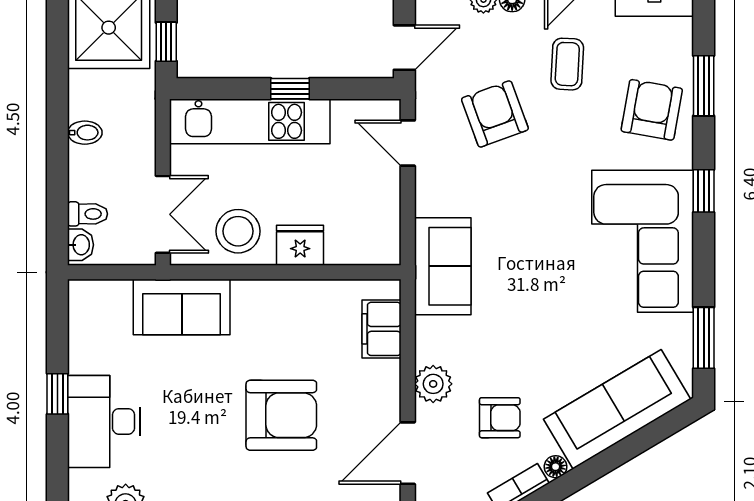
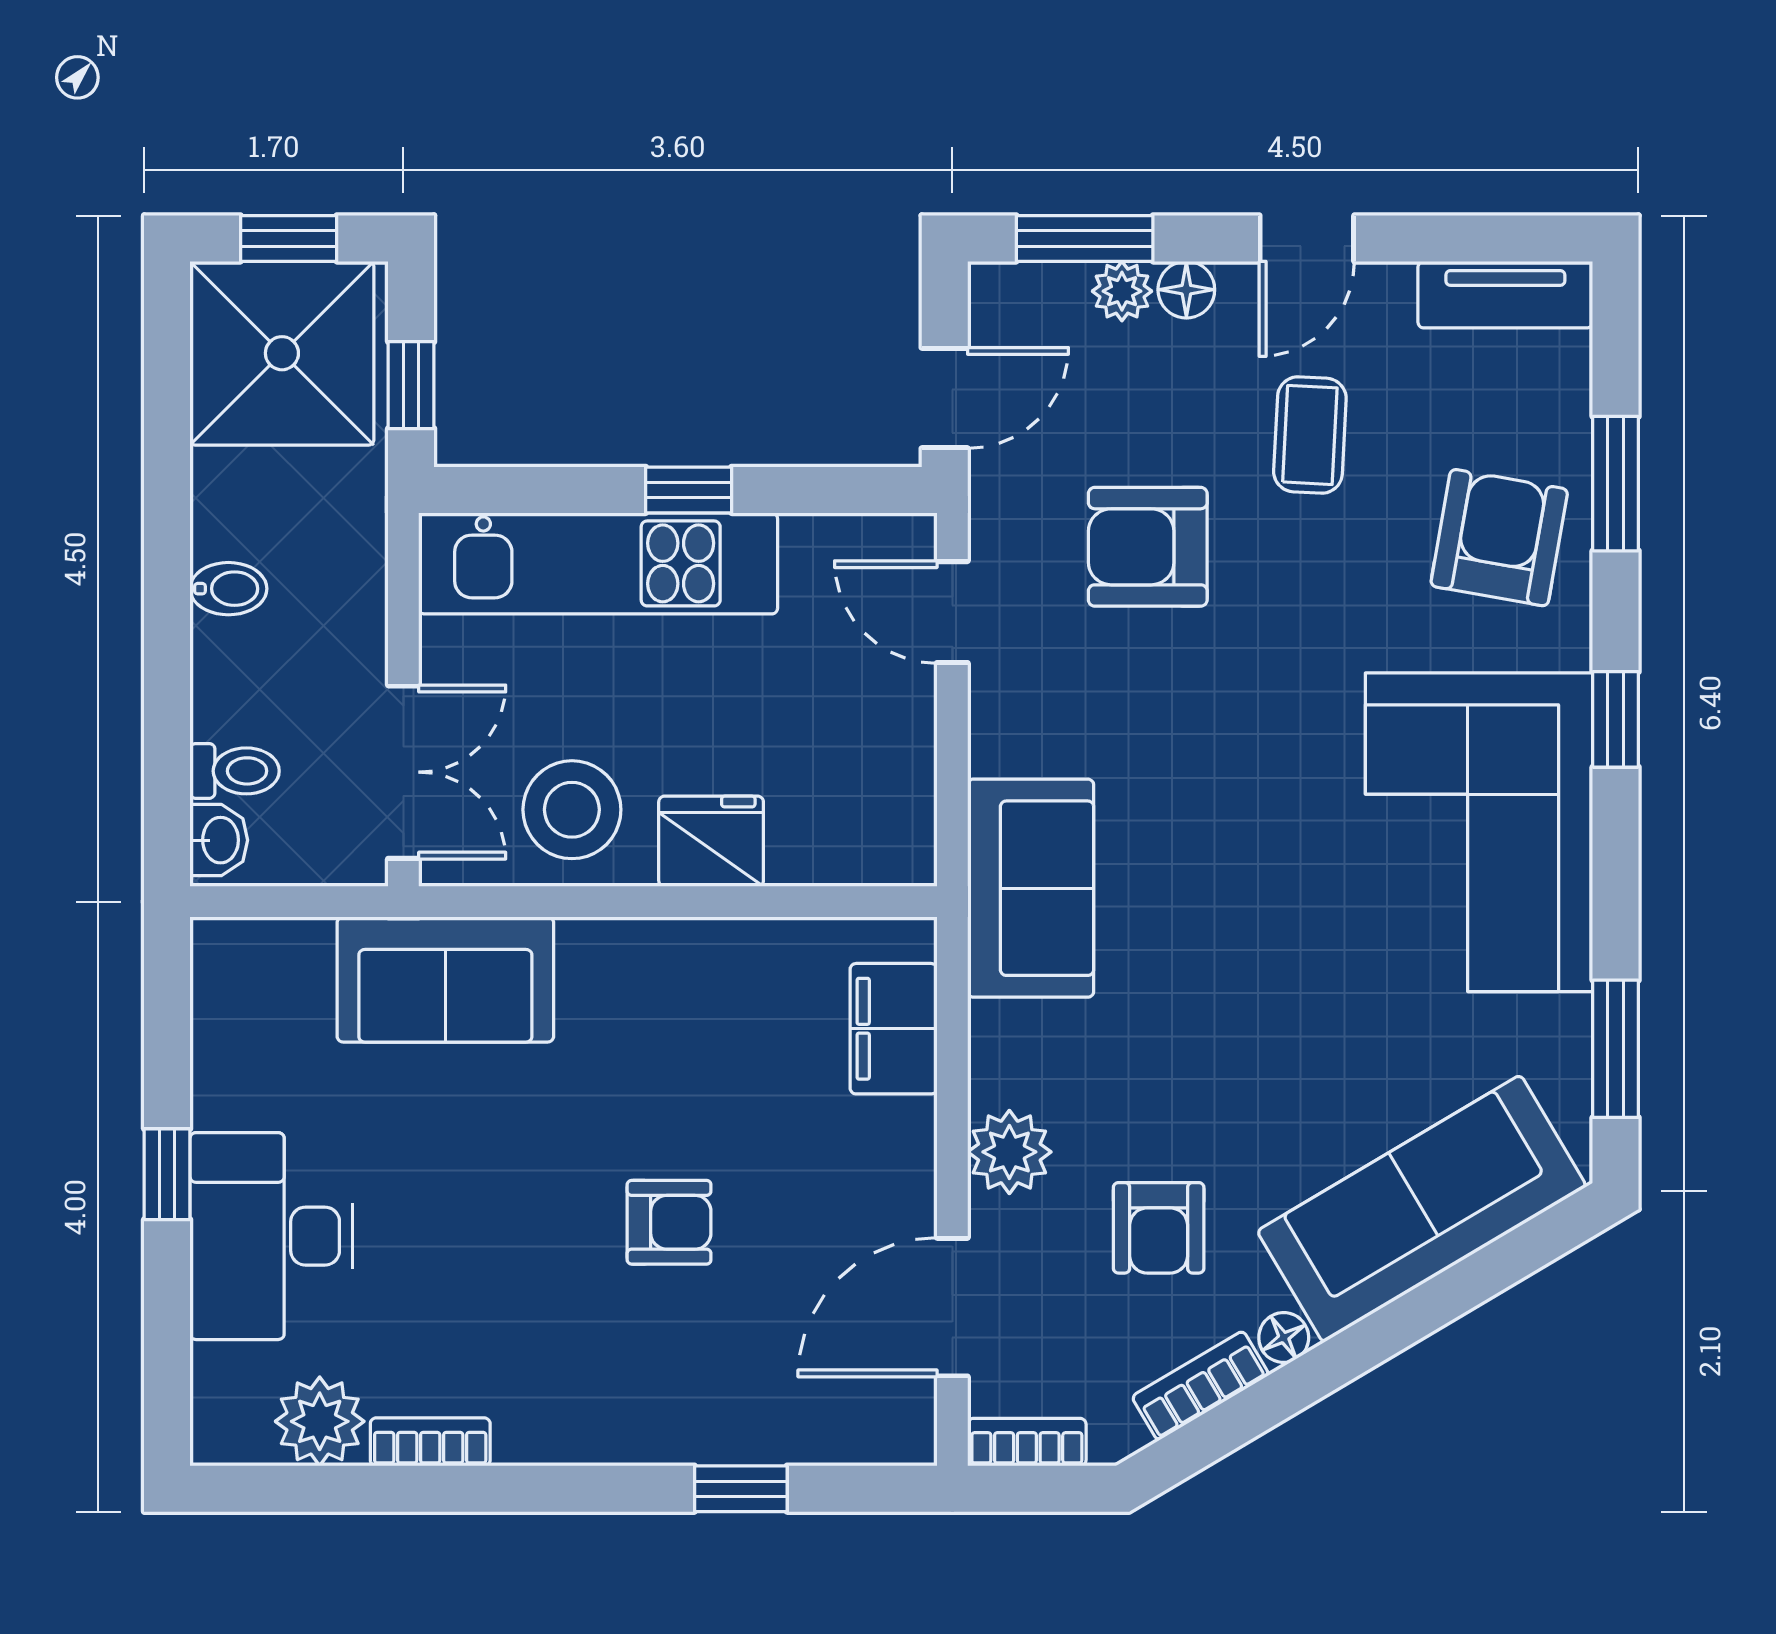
armchair: (495, 114) -> (1148, 547), turned -70
armchair: (281, 415) -> (669, 1222), width x0.53, depth x0.53
armchair: (500, 418) -> (1159, 1228), turned 90

